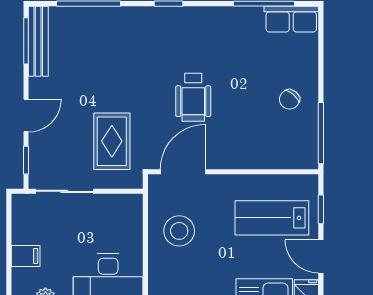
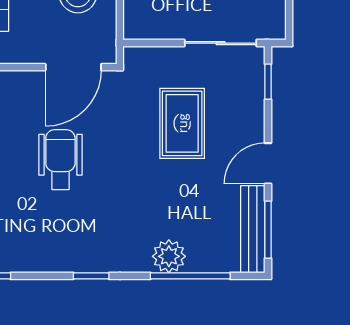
plant: (106, 19) -> (169, 256), added
door: (26, 116) -> (268, 163), moved
rug: (112, 141) -> (182, 123), moved

